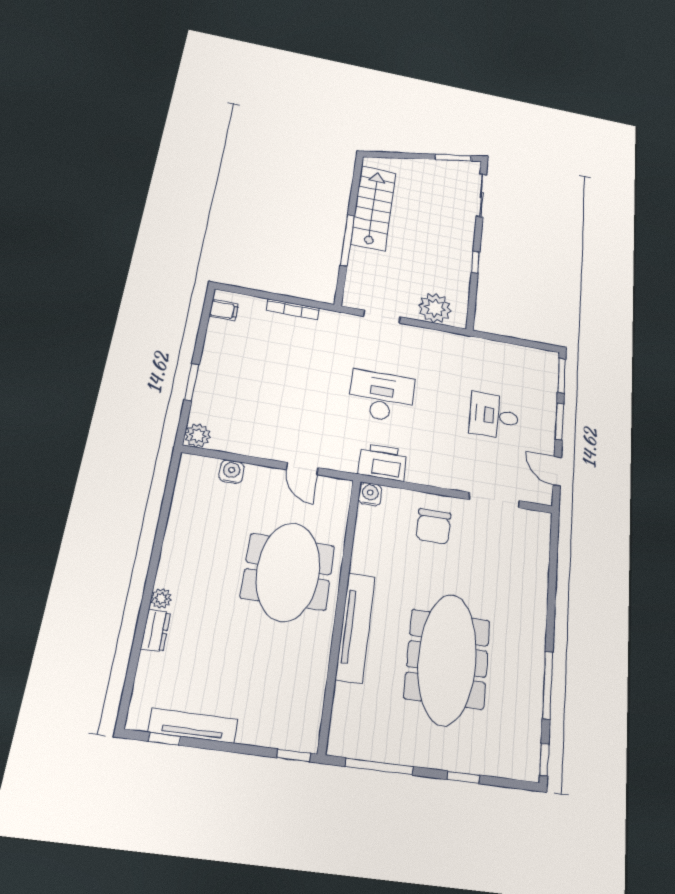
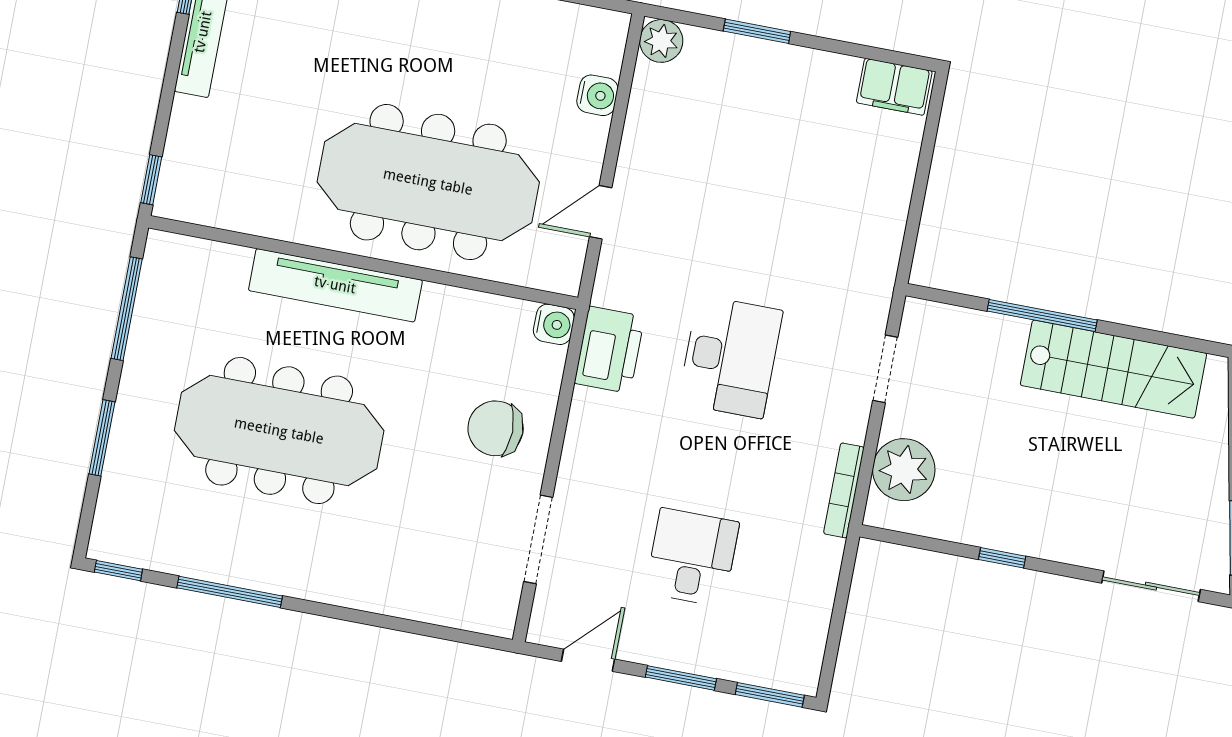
bookcase: (293, 309) -> (844, 490), moved
filing cabinet: (224, 310) -> (894, 87), width x2.00
meeting table: (288, 572) -> (428, 182), width x1.36
window: (463, 777) -> (102, 438), width x1.50

